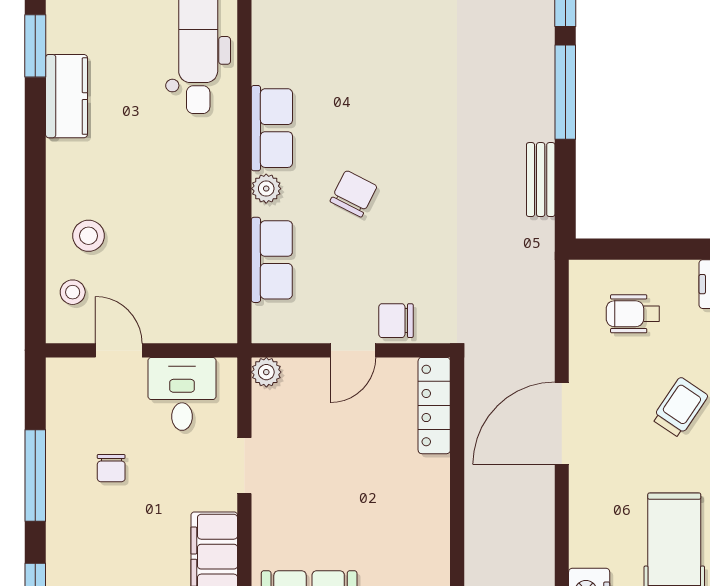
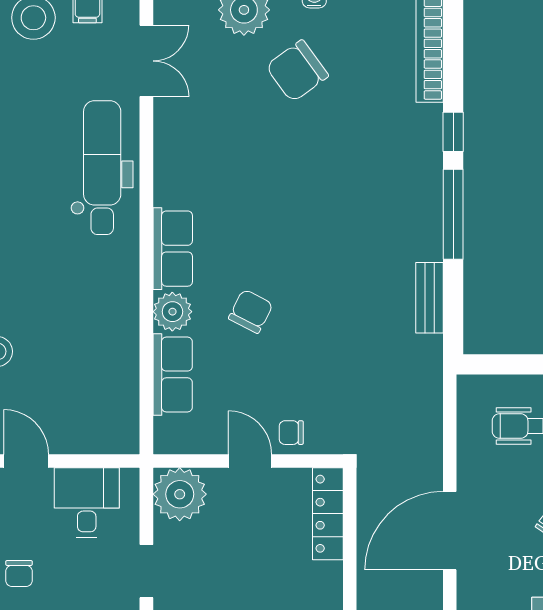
plant: (266, 189) -> (172, 312), width x1.38, depth x1.38
chair: (396, 321) -> (291, 433), width x0.73, depth x0.73
door: (353, 350) -> (250, 461), swing flipped
plant: (266, 372) -> (180, 494), width x1.87, depth x1.87

